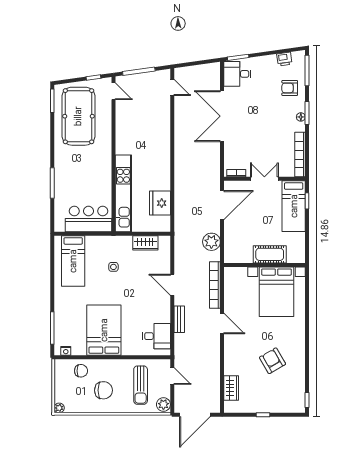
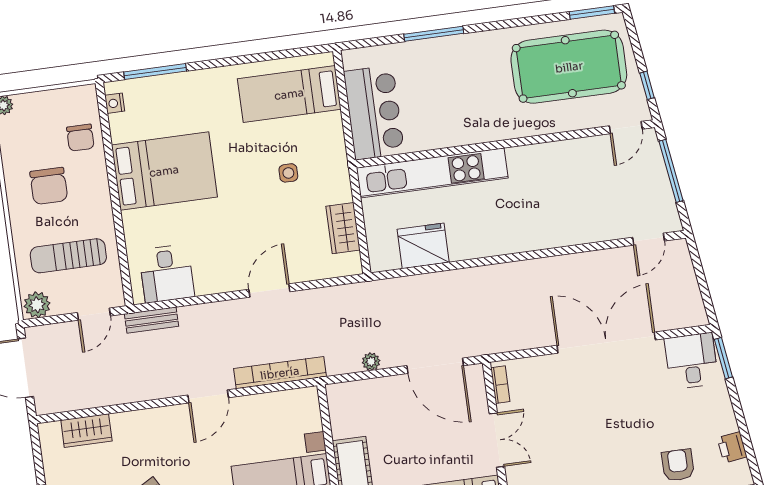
plant: (211, 242) -> (371, 362), width x0.53, depth x0.53
bench: (179, 319) -> (152, 320), moved

